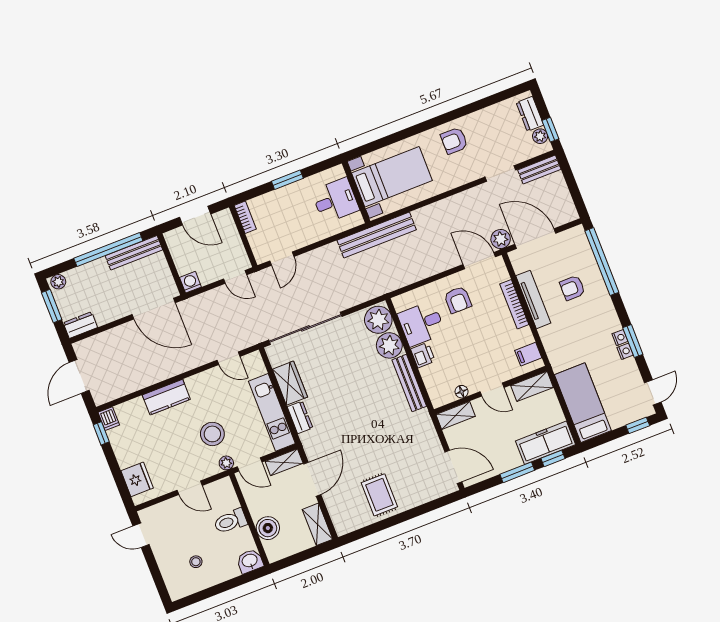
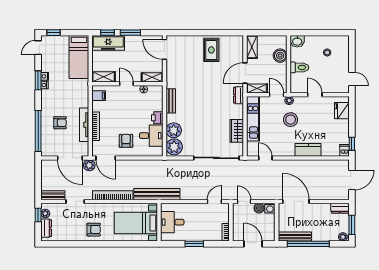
bookcase: (445, 206) -> (113, 195), added
boiler: (208, 276) -> (259, 208), added
bench: (409, 383) -> (171, 101), width x0.73
dresser: (300, 417) -> (239, 95), moved

